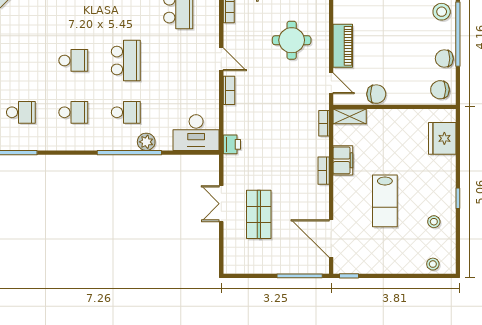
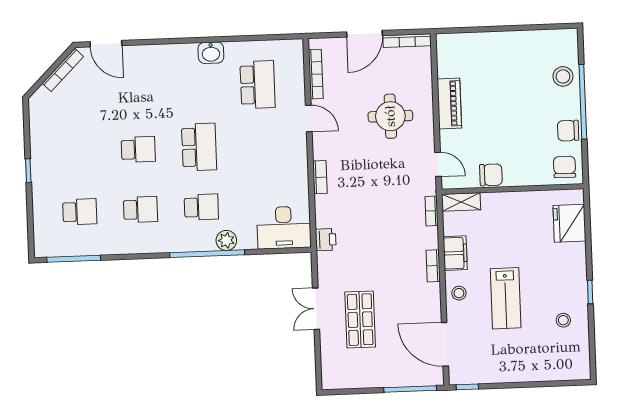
piano: (343, 46) -> (449, 103), moved
door: (221, 59) -> (309, 118), moved
chair: (440, 90) -> (565, 167), turned 90
stool: (433, 264) -> (459, 293), moved

